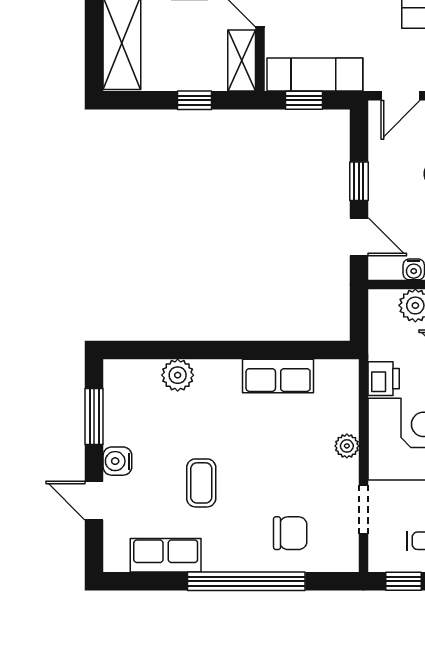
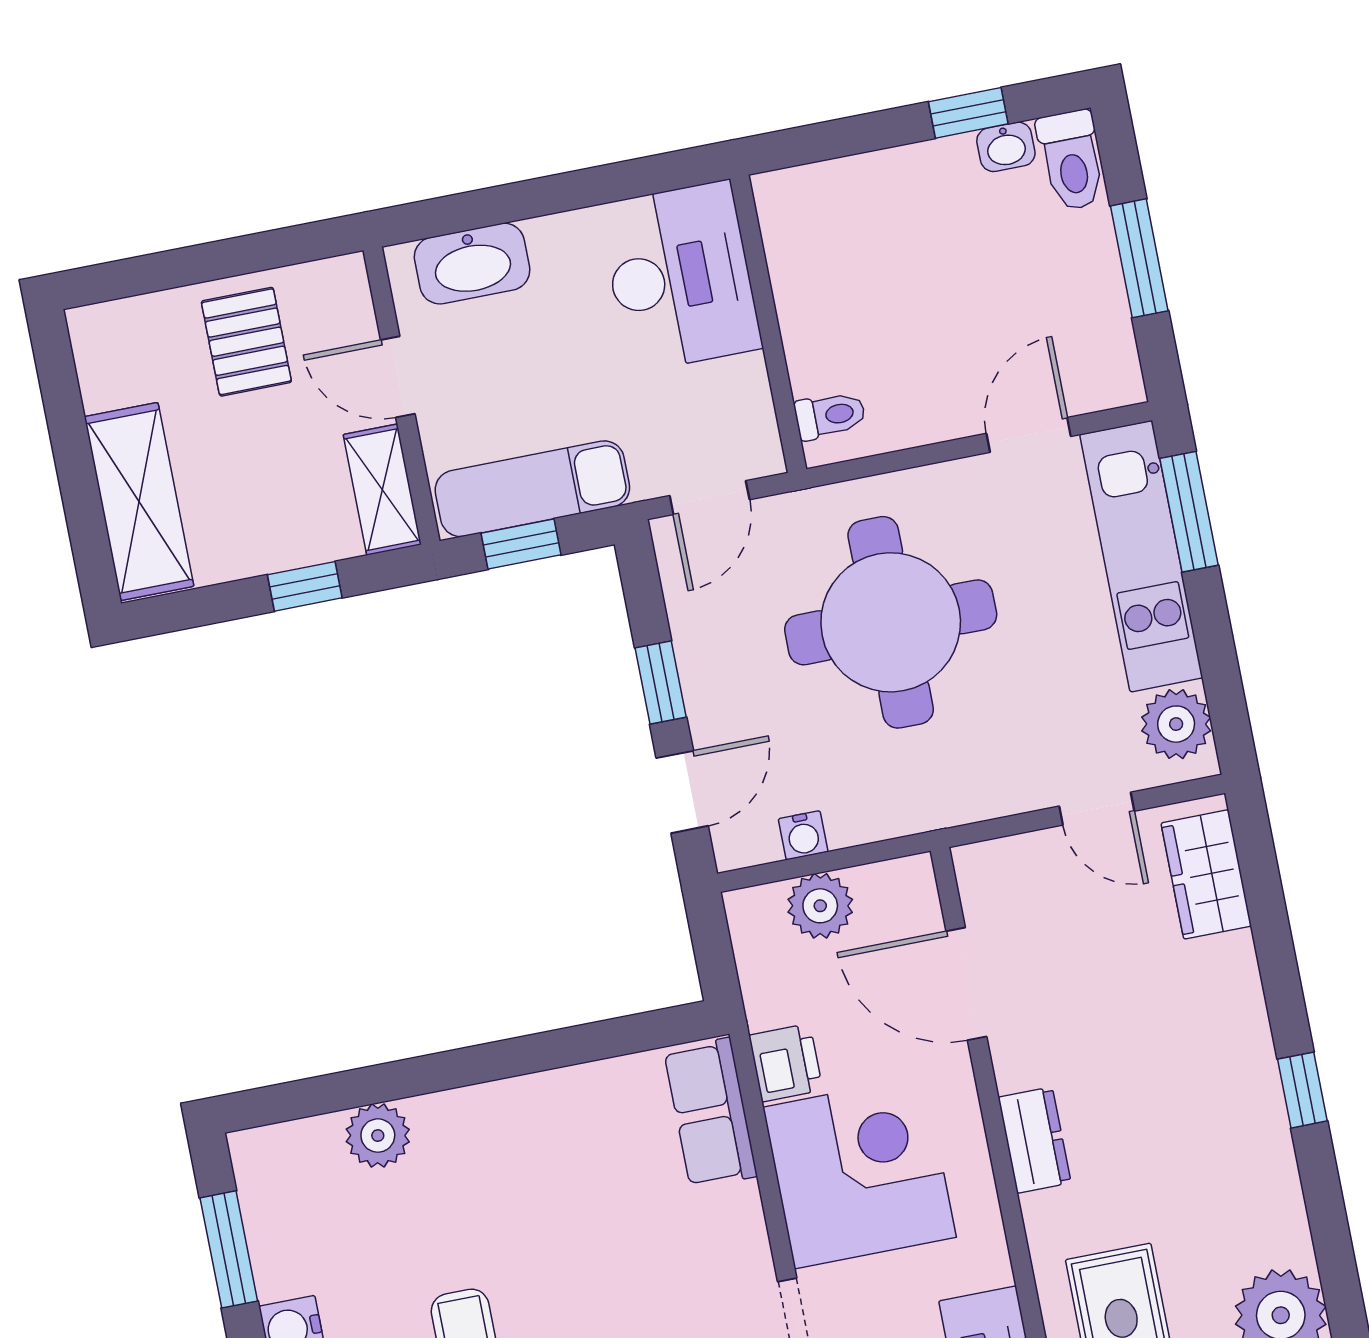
door: (359, 237) -> (682, 792), hinge flipped
row of seats: (278, 376) -> (710, 1113), moved, turned 90
plant: (347, 446) -> (739, 1210), removed

